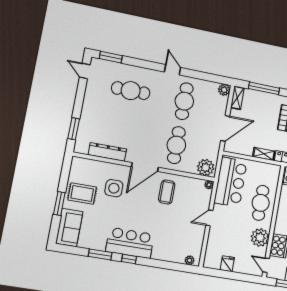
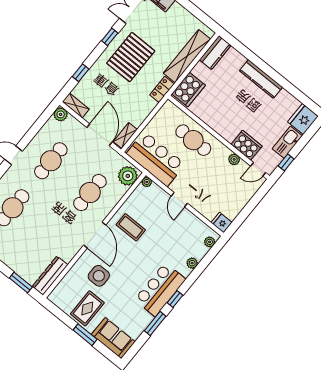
window: (264, 88) -> (81, 73), width x0.46
cafe table: (184, 101) -> (51, 161), turned 90
cafe table: (176, 145) -> (90, 193), turned 90
dresser: (107, 152) -> (50, 276), moved
shelving: (264, 154) -> (125, 136), moved
plant: (260, 238) -> (234, 159), width x0.53, depth x0.53
plant: (165, 256) -> (192, 263), added
fridge: (227, 264) -> (222, 223), moved

